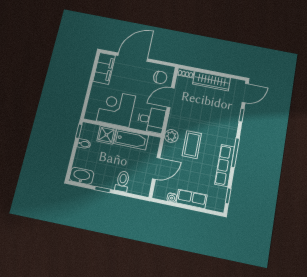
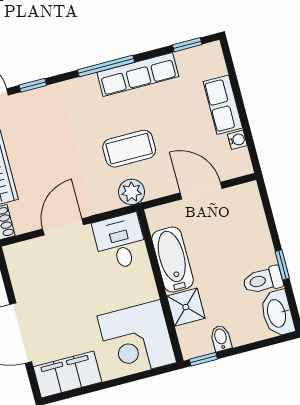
chair: (160, 77) -> (34, 264), removed
door: (171, 98) -> (63, 227), swing flipped
corner desk: (116, 108) -> (137, 339), moved
toilet: (123, 181) -> (263, 280), moved

